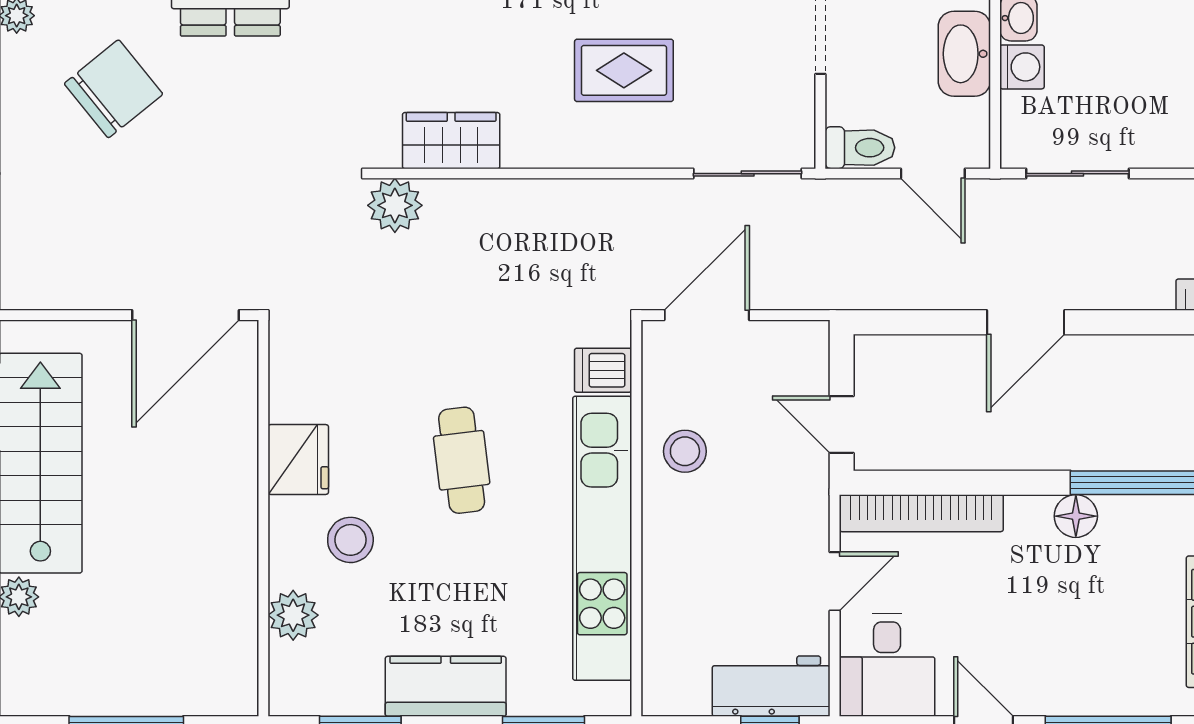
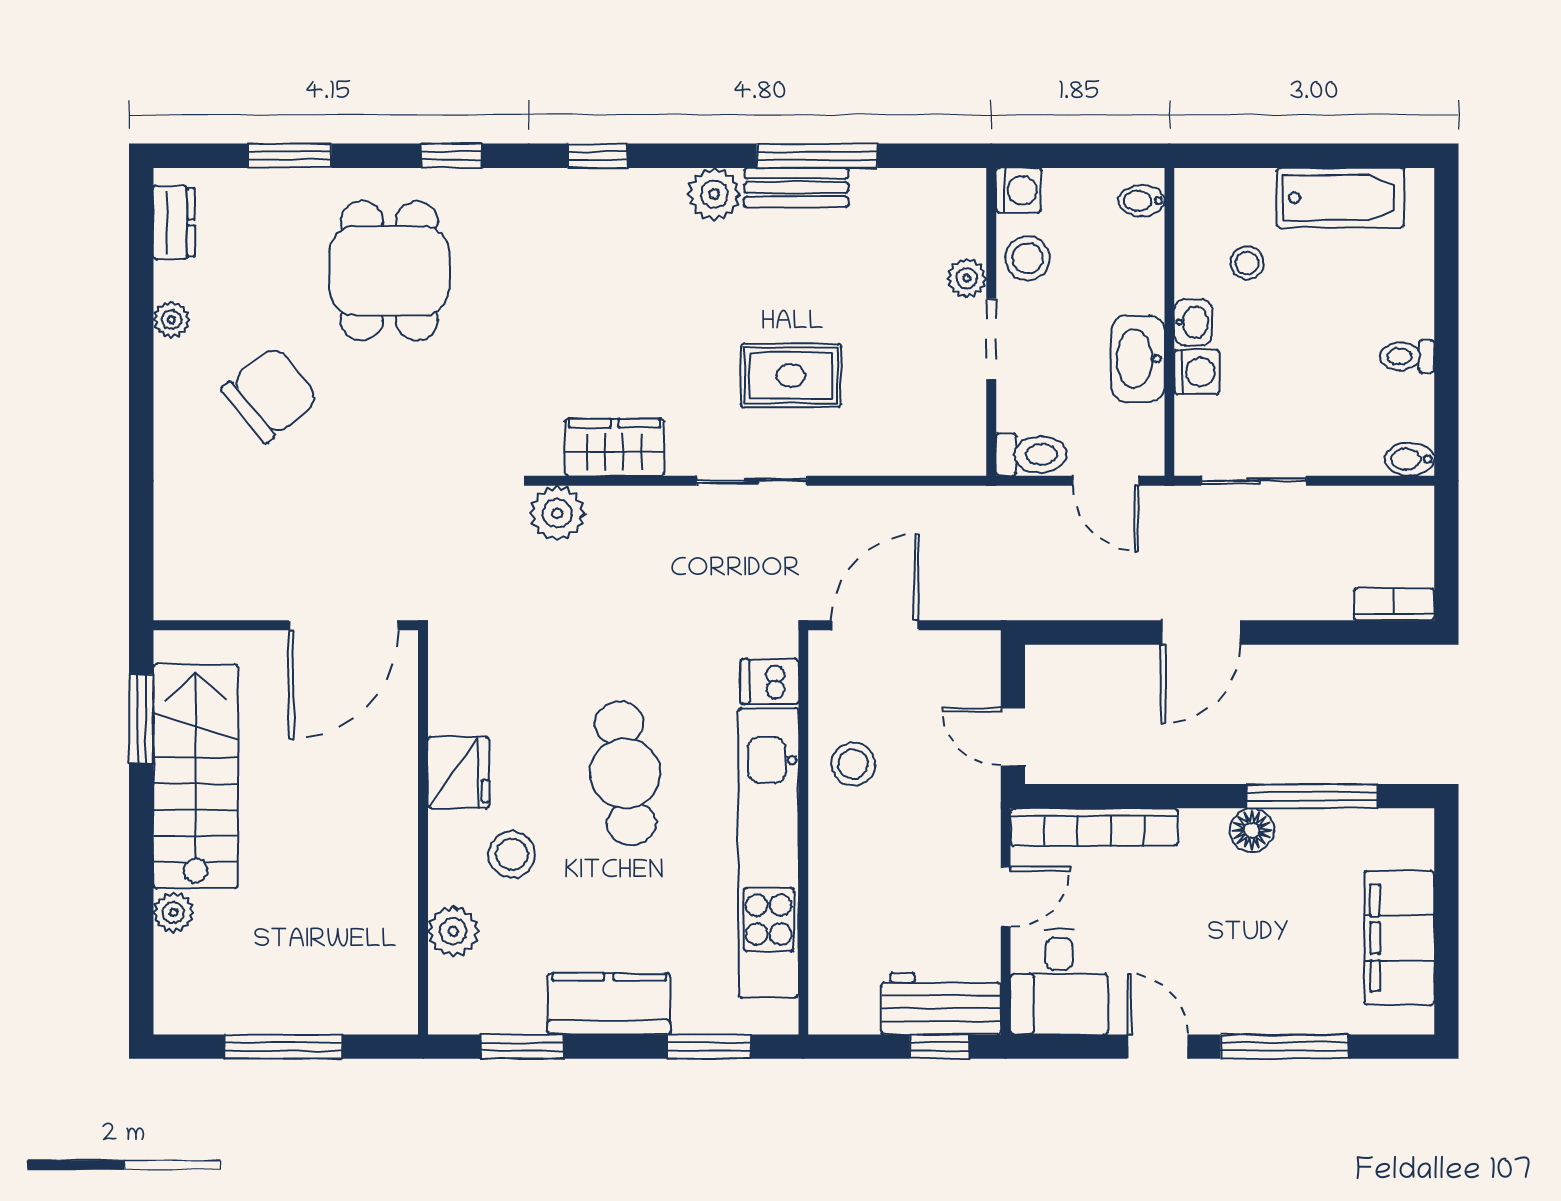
sliding door: (748, 174) -> (752, 481), moved
cafe table: (462, 460) -> (625, 773), width x1.37, depth x1.35

